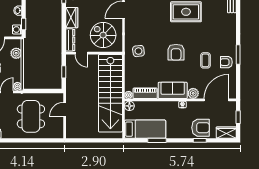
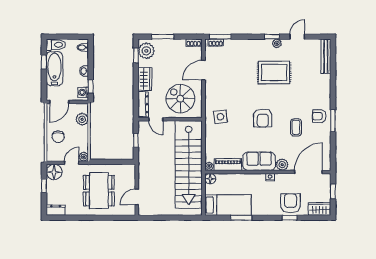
armchair: (226, 62) -> (319, 116), moved
door: (65, 109) -> (137, 197), moved
armchair: (201, 128) -> (291, 203), turned -90

